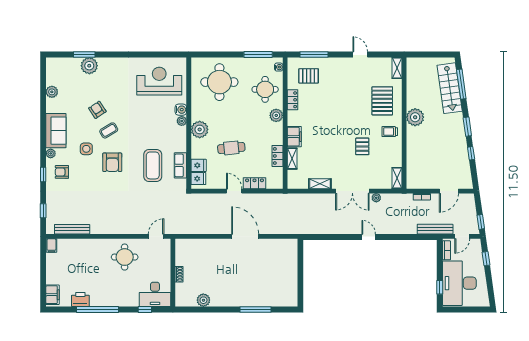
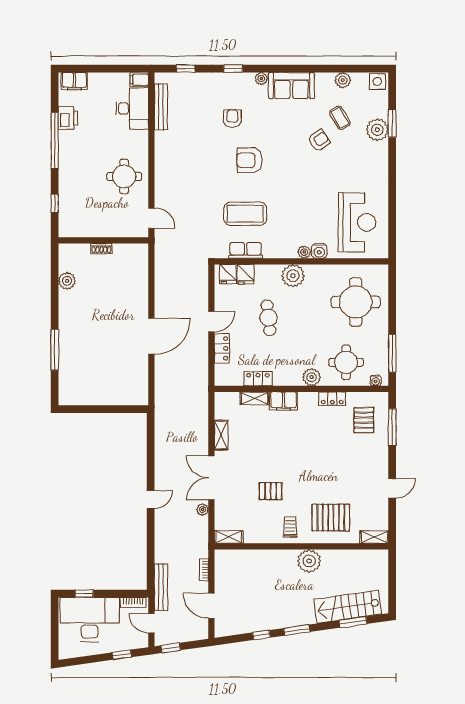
window: (461, 84) -> (353, 622), width x0.69
coffee table: (109, 130) -> (340, 118), moved
side table: (86, 149) -> (377, 81), moved
armchair: (62, 172) -> (232, 118), moved
desk: (155, 294) -> (132, 108), moved, turned 180

